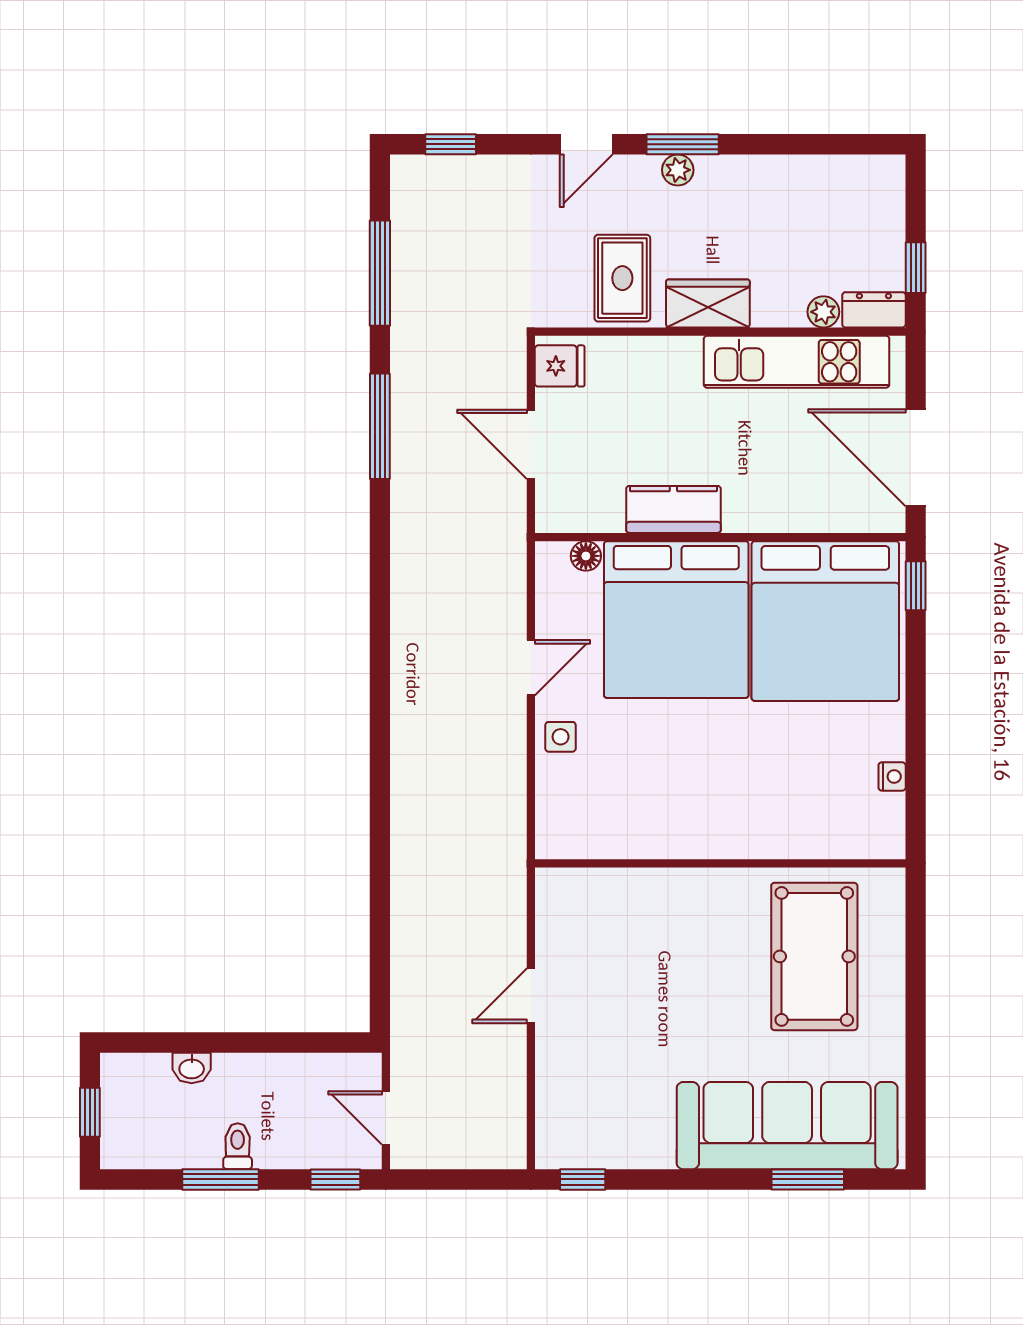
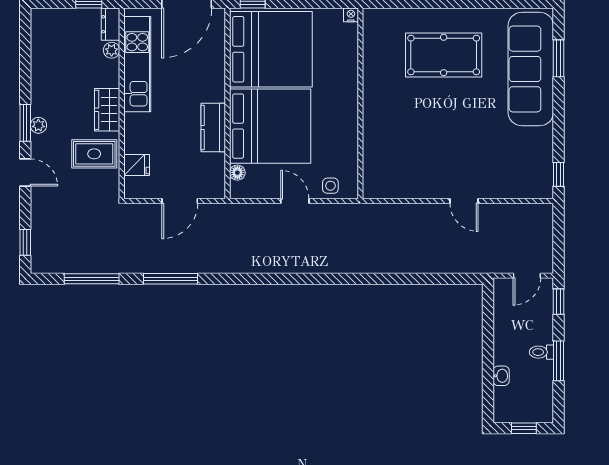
fridge: (560, 366) -> (137, 165), moved, turned 90
wall: (720, 863) -> (360, 103), moved

